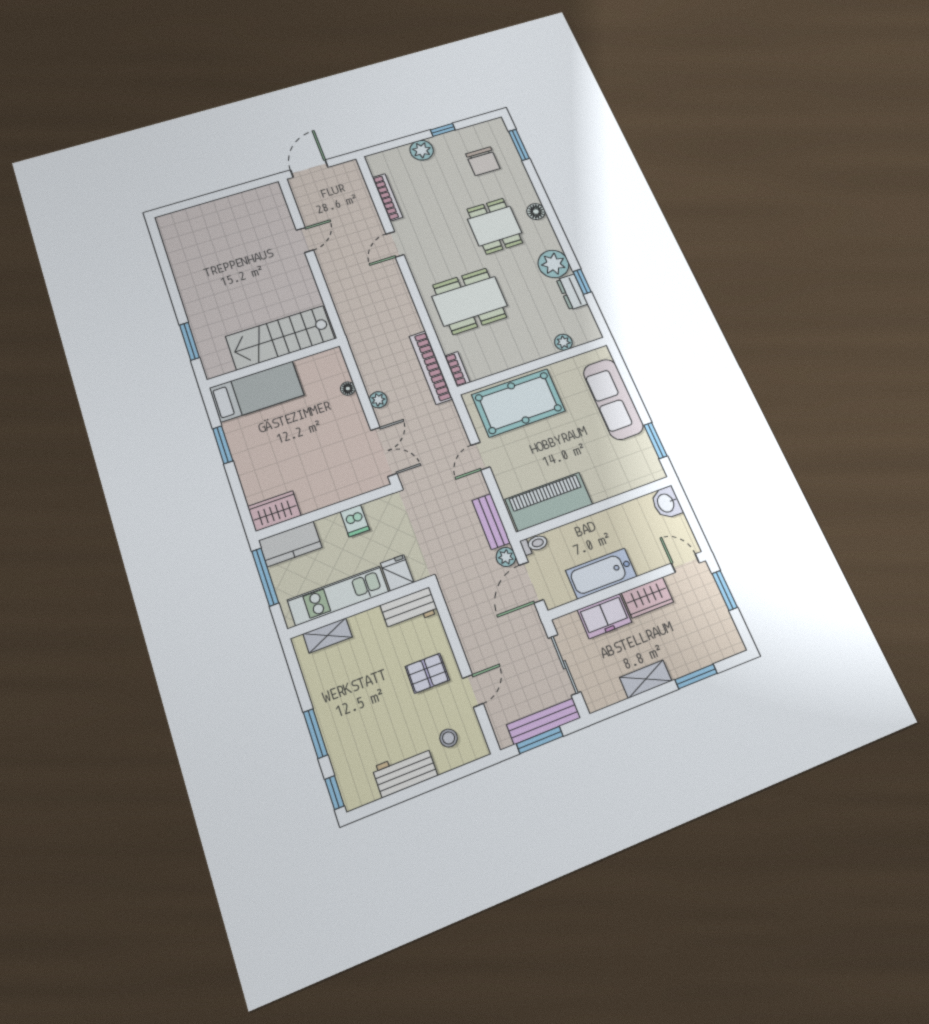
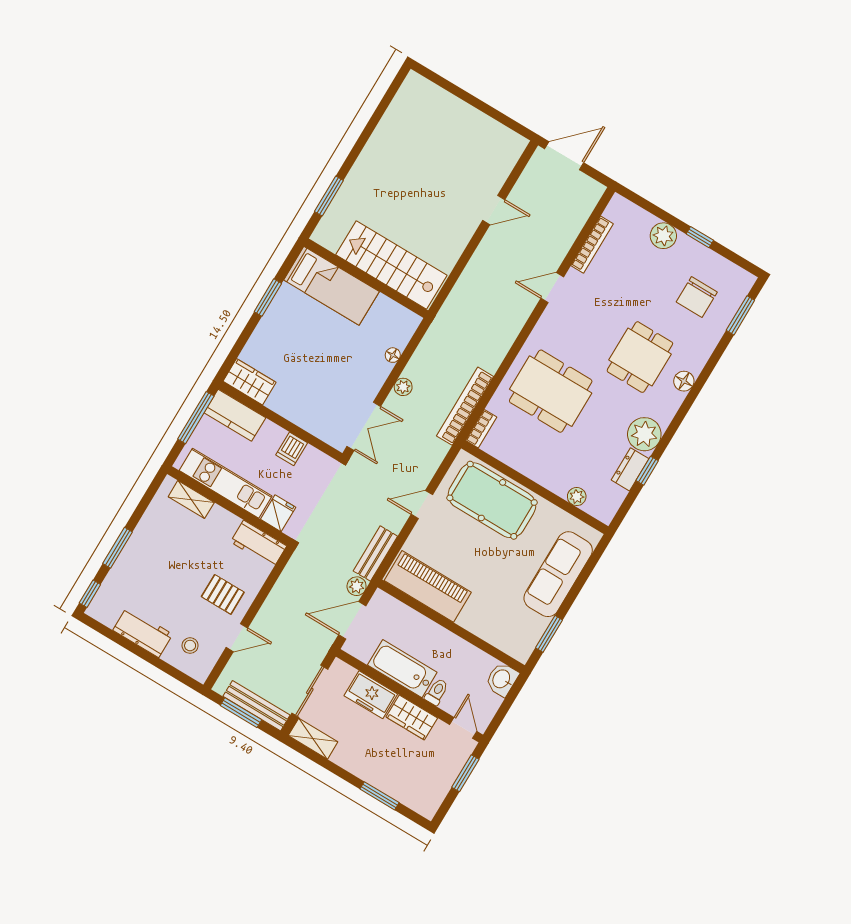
toilet: (534, 544) -> (437, 692), moved, turned -90
shelving: (646, 679) -> (313, 739), moved

